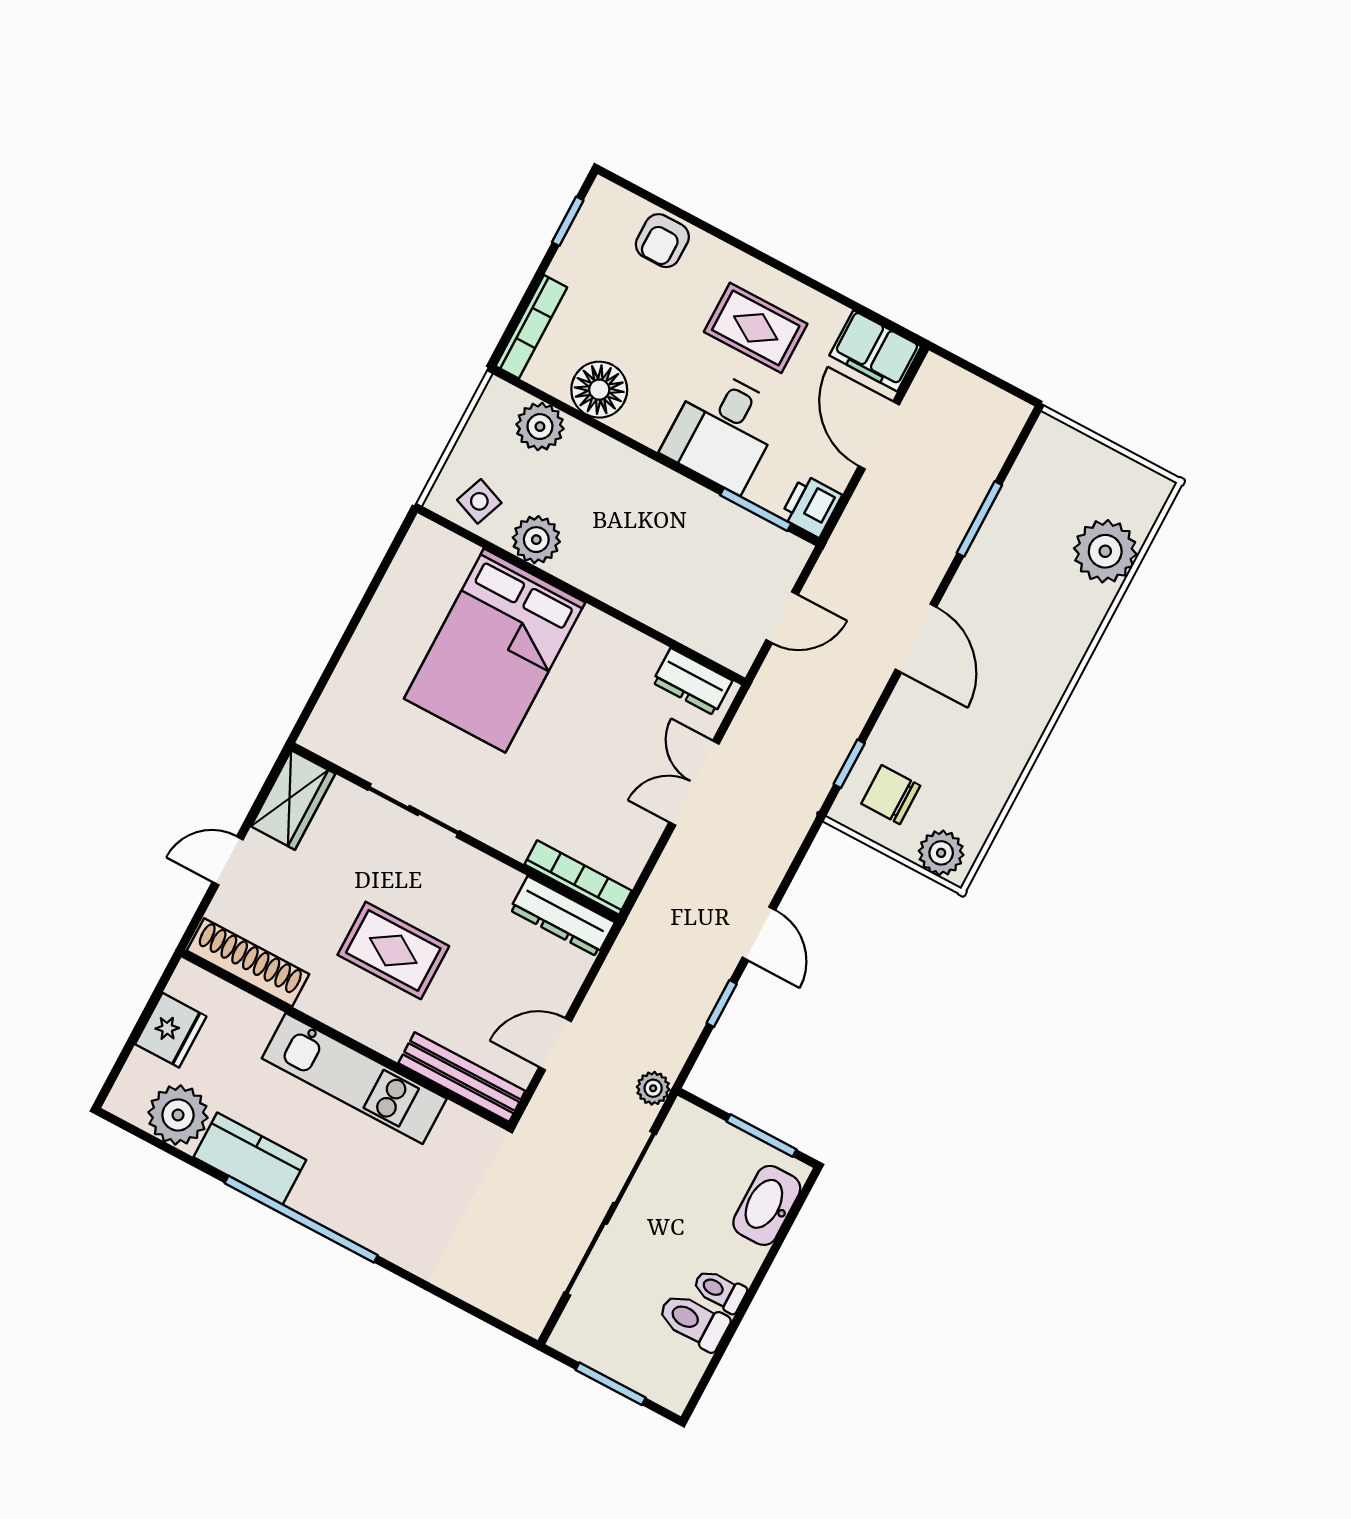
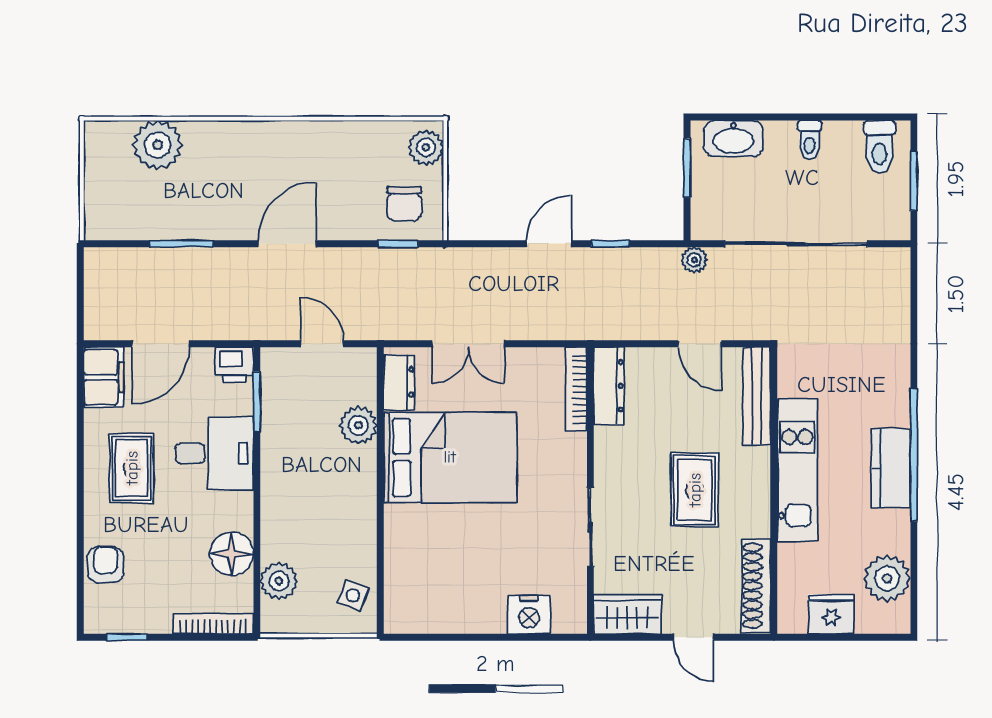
armchair: (662, 241) -> (106, 565), turned -90
plant: (536, 540) -> (358, 425), moved
bed: (495, 651) -> (450, 457), moved
nightstand: (352, 689) -> (529, 615), added
kitchen counter: (250, 1158) -> (891, 468), moved
toilet: (694, 1321) -> (880, 147), moved

